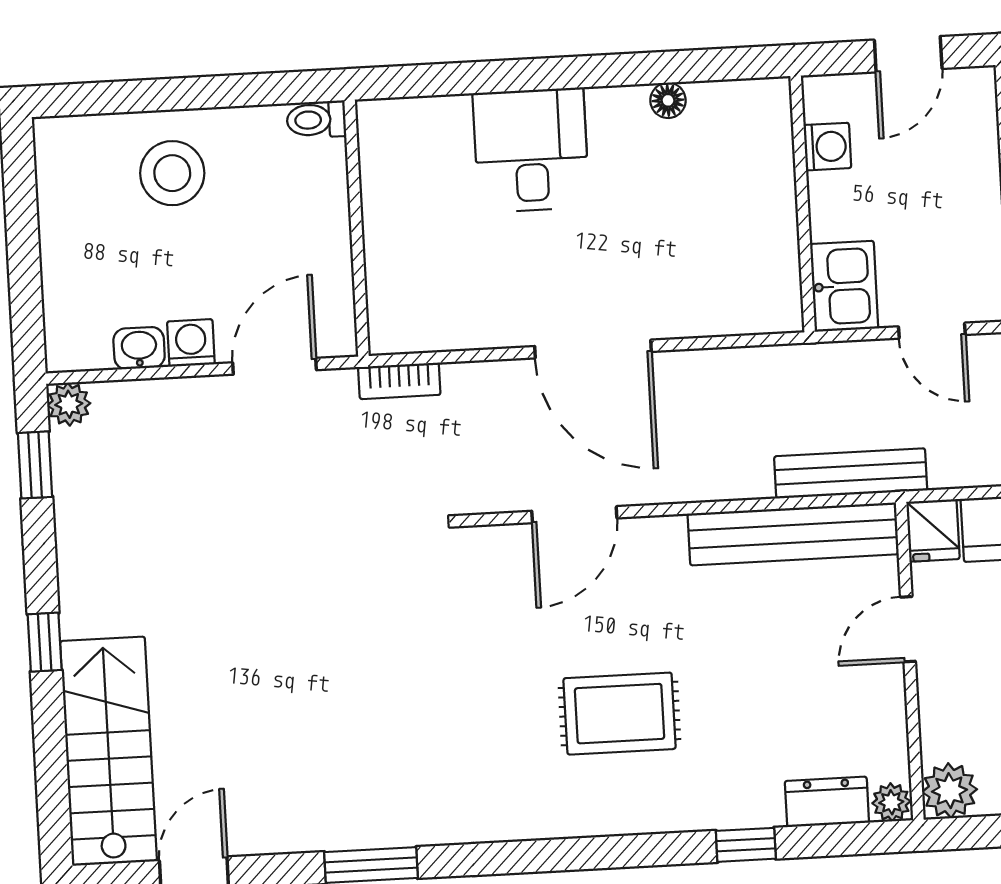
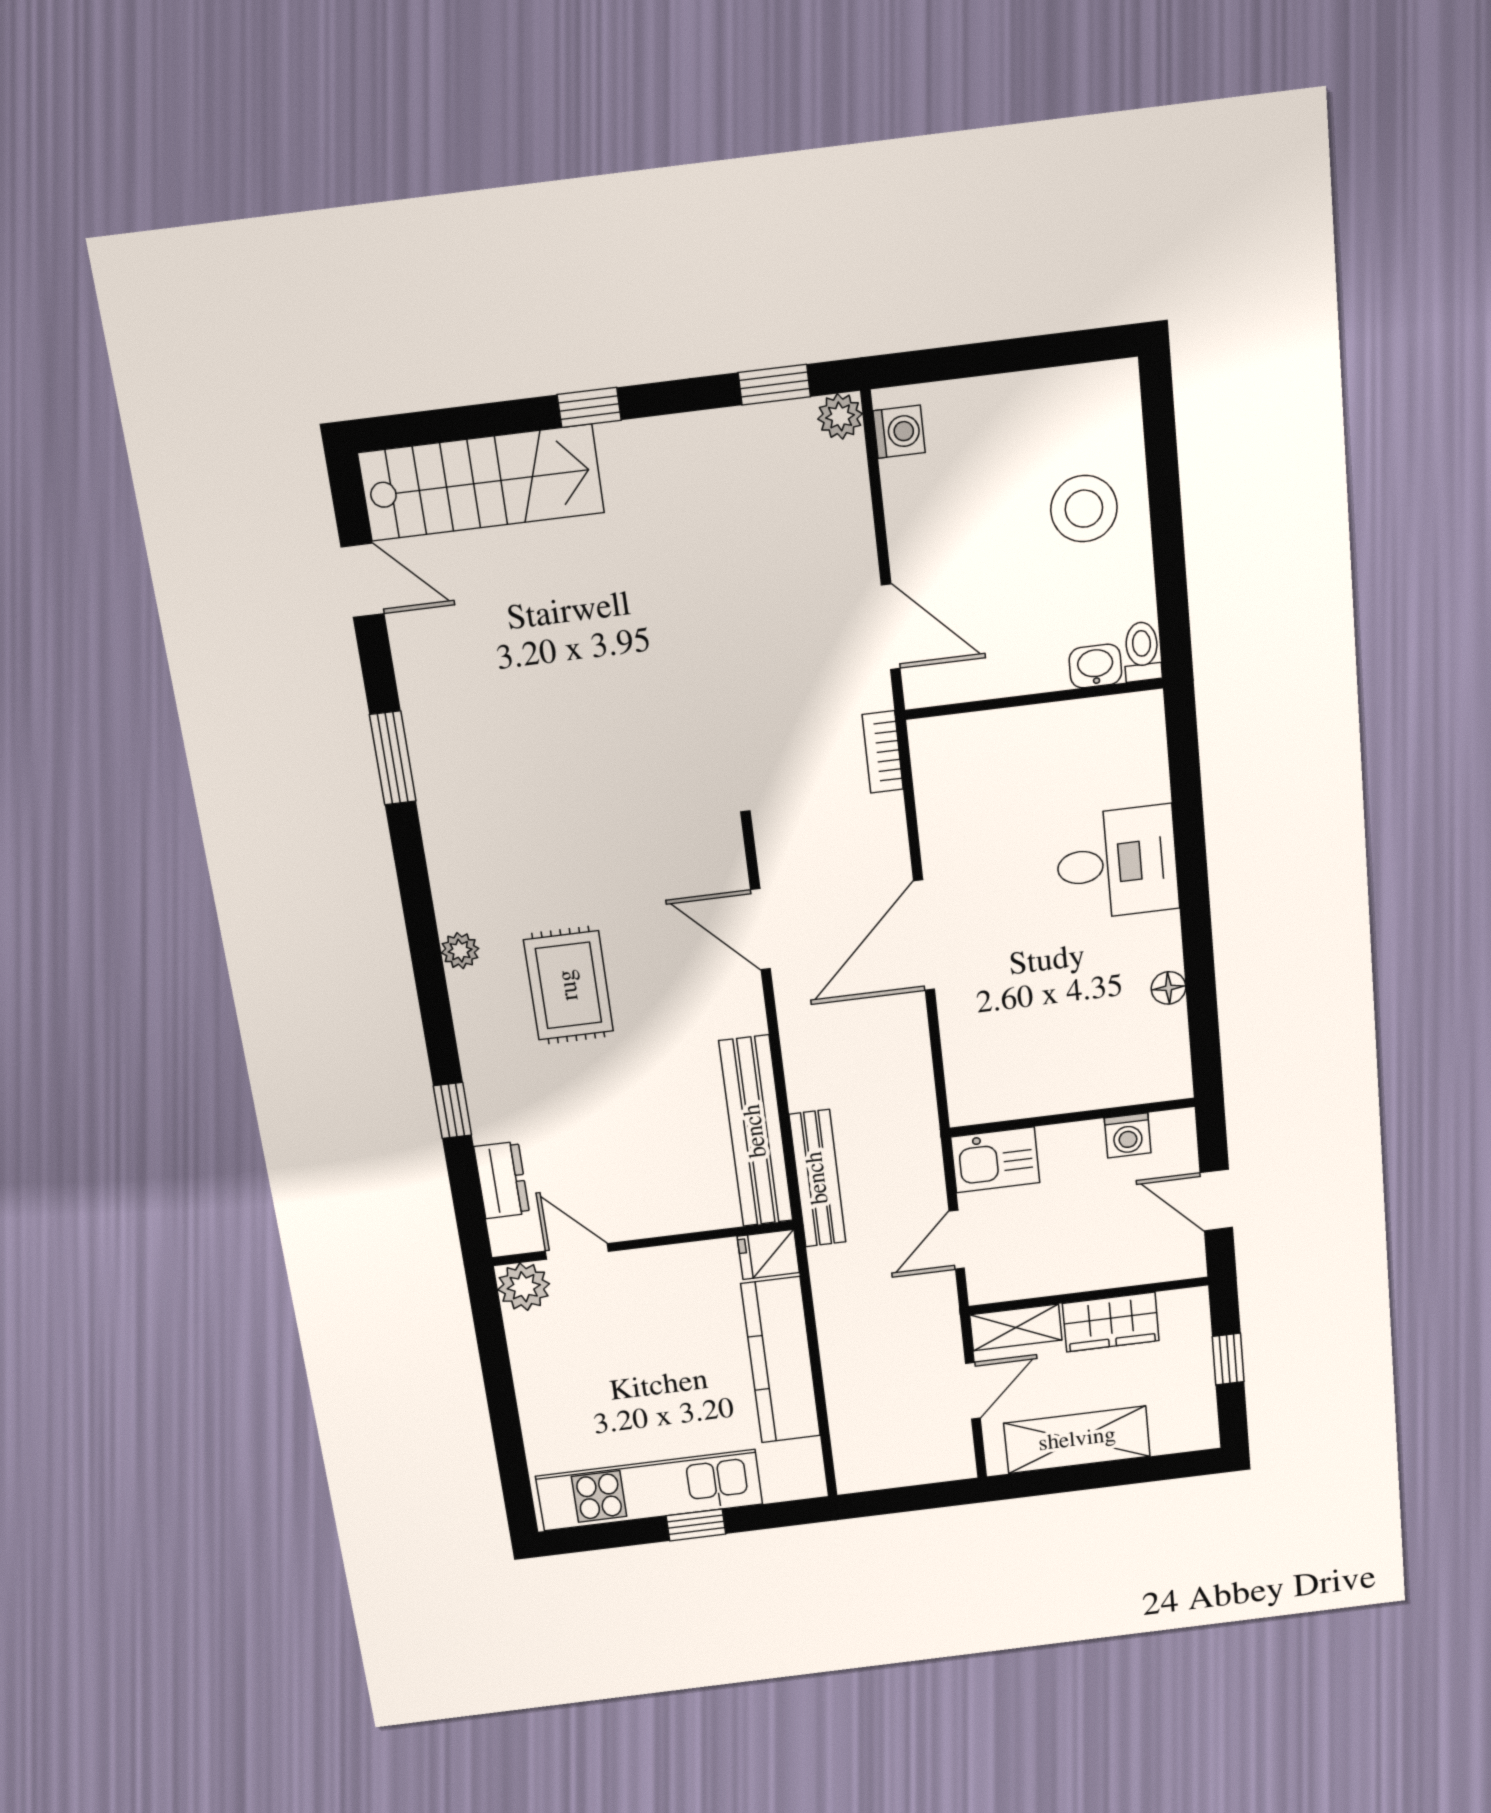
washing machine: (191, 343) -> (899, 432), moved
washbasin: (139, 348) -> (1095, 666), moved, turned -90
door: (908, 629) -> (577, 1251), moved
plant: (891, 802) -> (460, 951), moved

